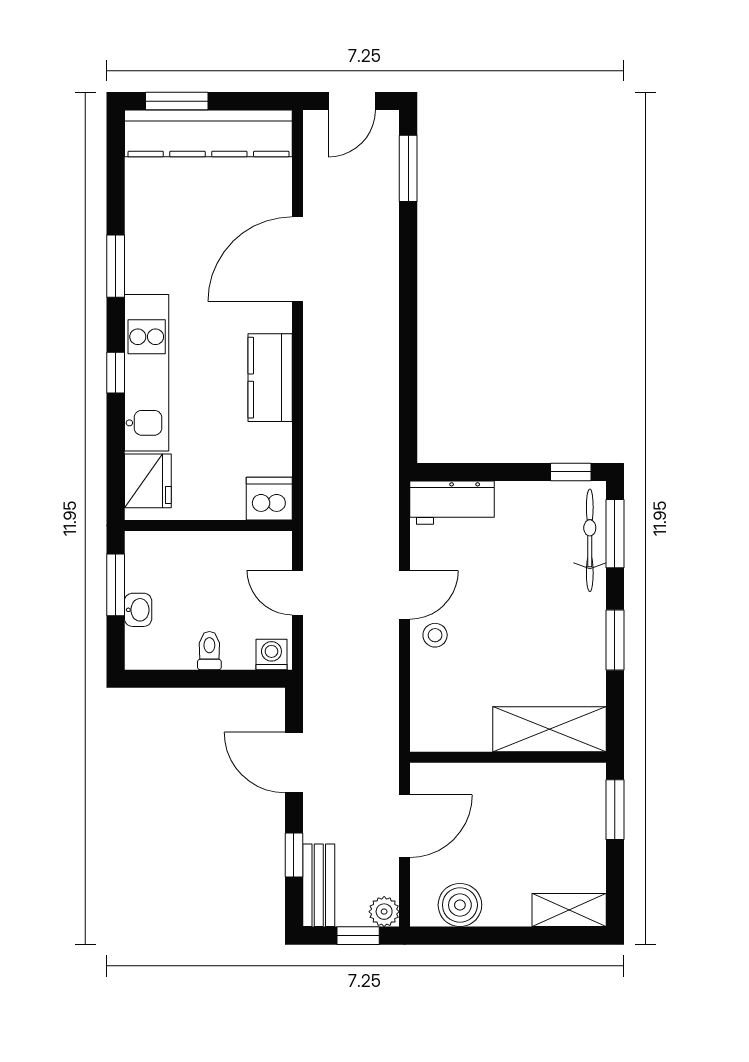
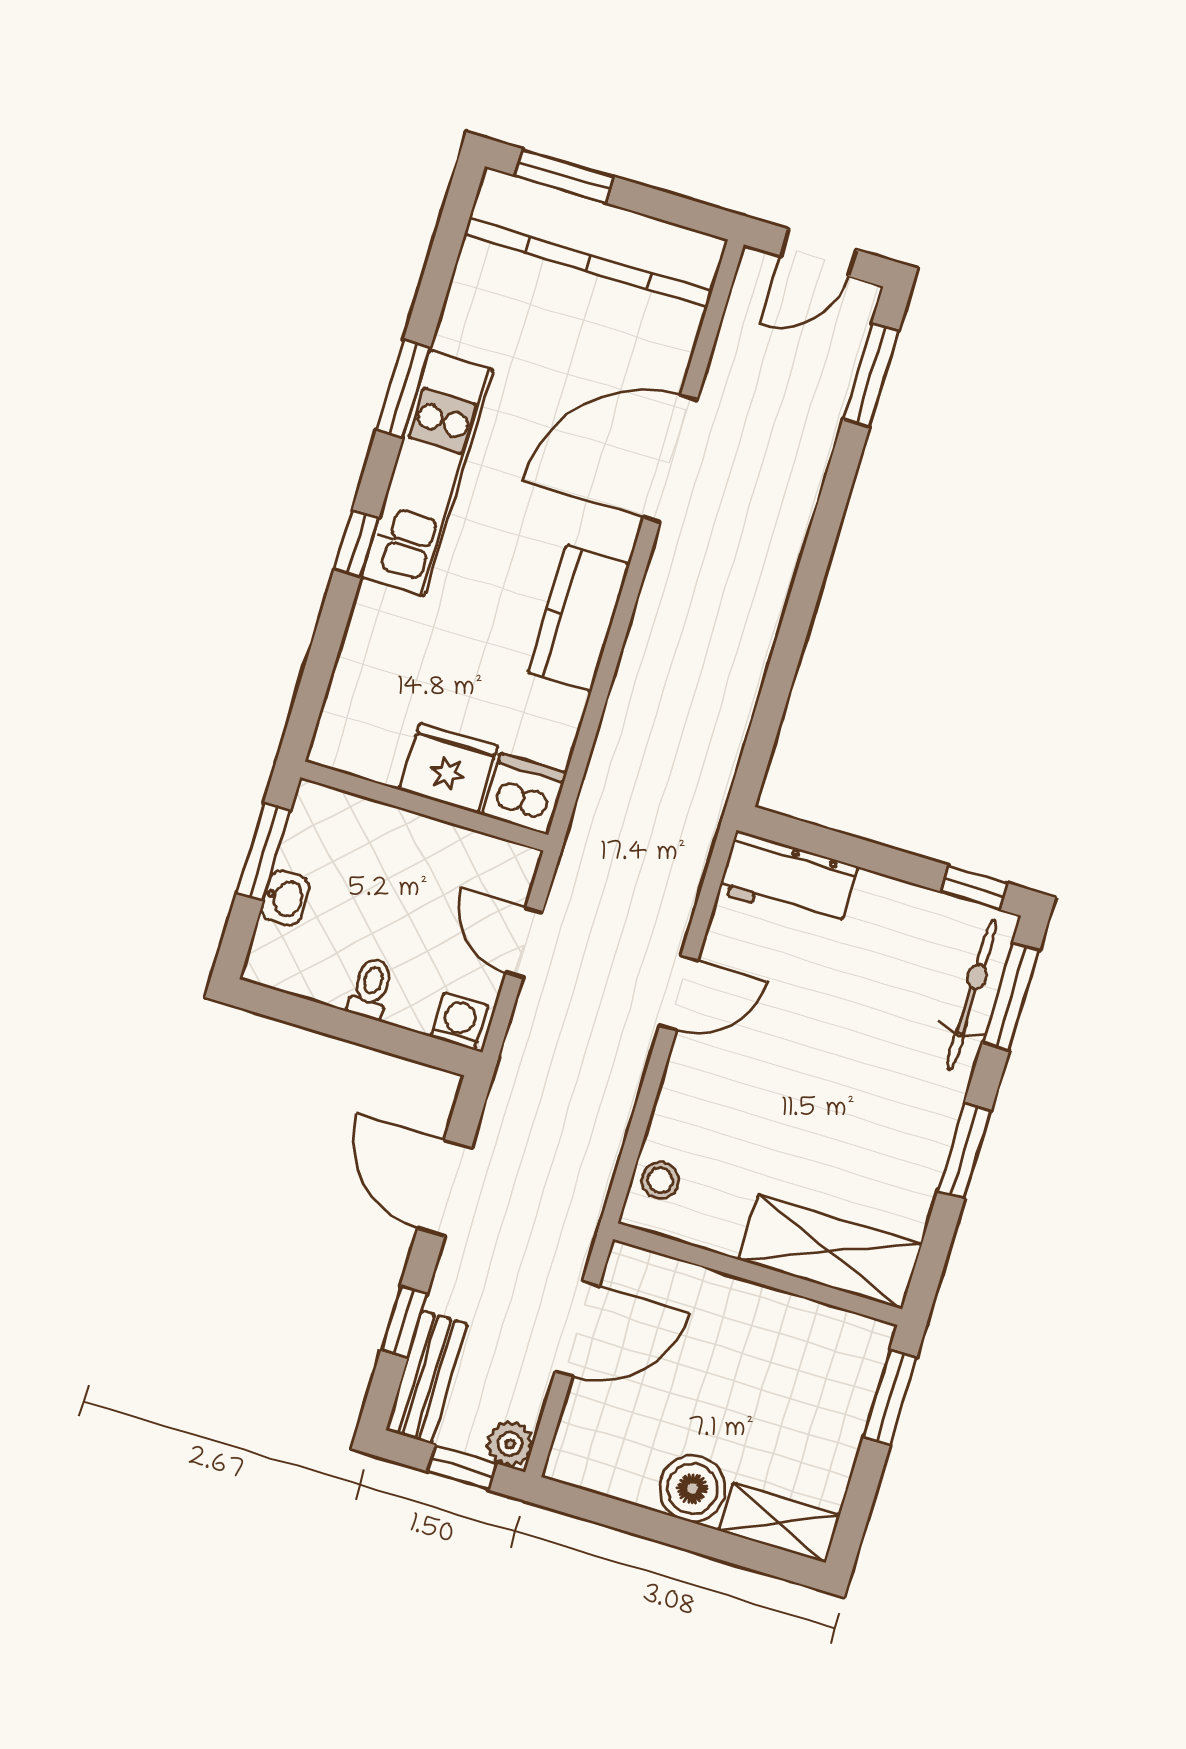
kitchen unit: (147, 373) -> (427, 473), moved
fridge: (148, 481) -> (449, 768), moved, turned -90
stool: (435, 635) -> (660, 1180), moved
boiler: (460, 905) -> (692, 1488), moved

